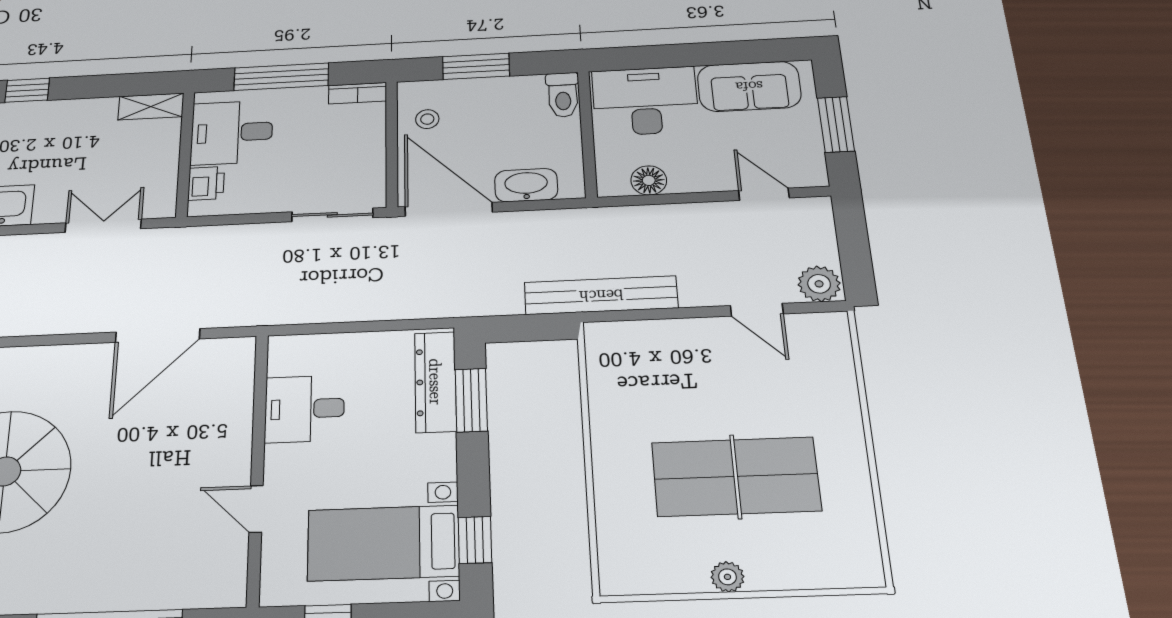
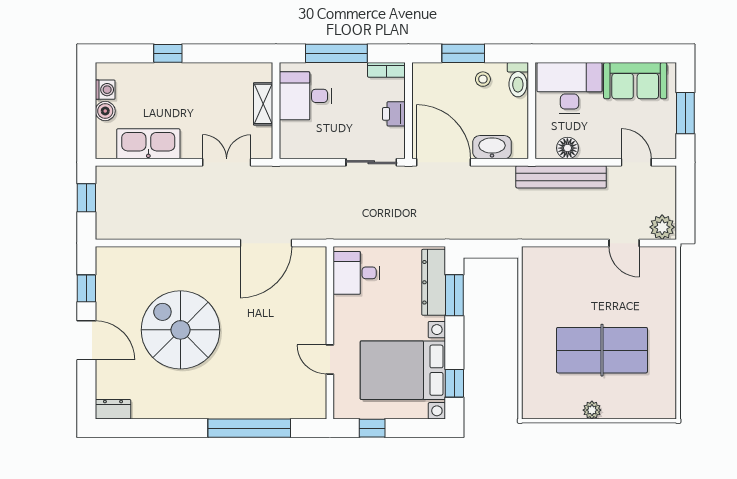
shelving: (151, 107) -> (263, 104), moved, turned 90
stool: (427, 119) -> (483, 79), moved
printer: (206, 183) -> (394, 114), moved, turned 180
bench: (601, 295) -> (561, 177), moved
desk: (305, 409) -> (356, 273), moved
bed with nightstands: (383, 543) -> (403, 370), width x1.36

